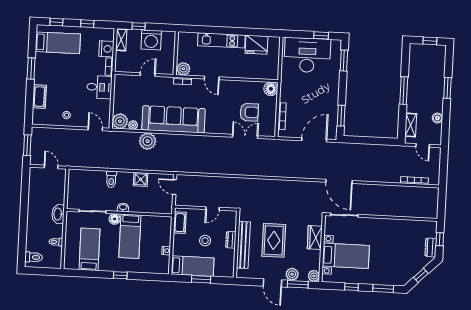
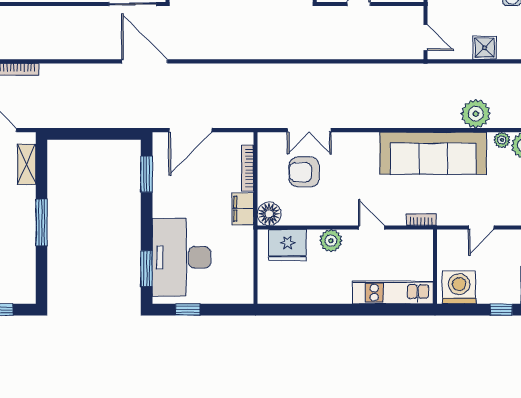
washing machine: (151, 40) -> (459, 287), moved
kitchen unit: (221, 40) -> (393, 293), moved
fridge: (257, 45) -> (288, 245), moved, turned 180
desk: (307, 55) -> (182, 257), moved, turned 90
plant: (183, 69) -> (331, 241), moved
filing cabinet: (286, 93) -> (243, 209), added

